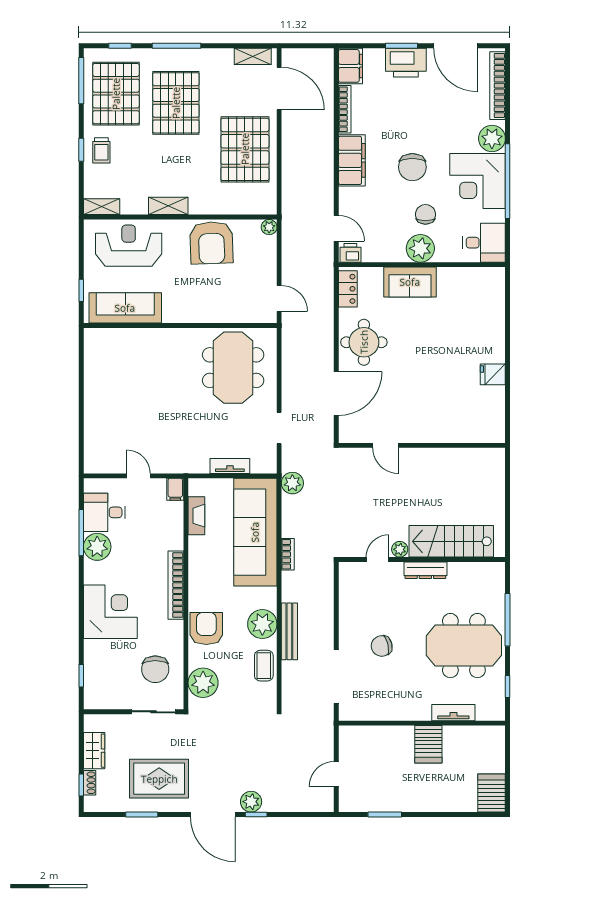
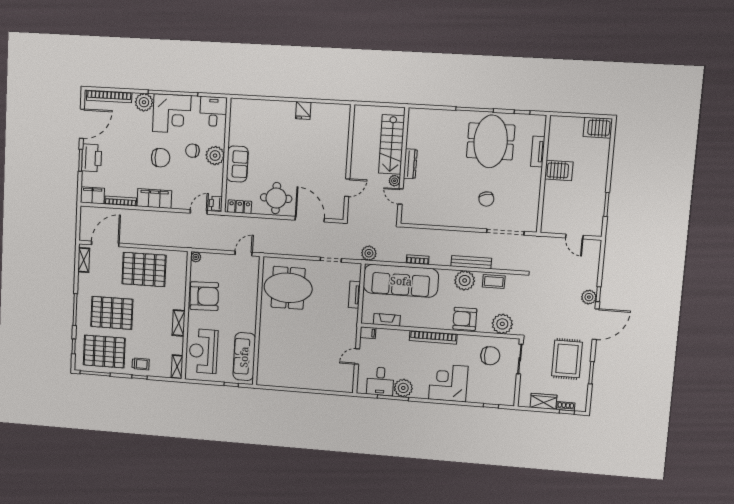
stairs: (451, 541) -> (392, 144), moved
plant: (400, 549) -> (395, 181), moved
door: (378, 560) -> (401, 197), moved
wall: (422, 560) -> (403, 166), moved
dresser: (425, 570) -> (410, 164), moved

